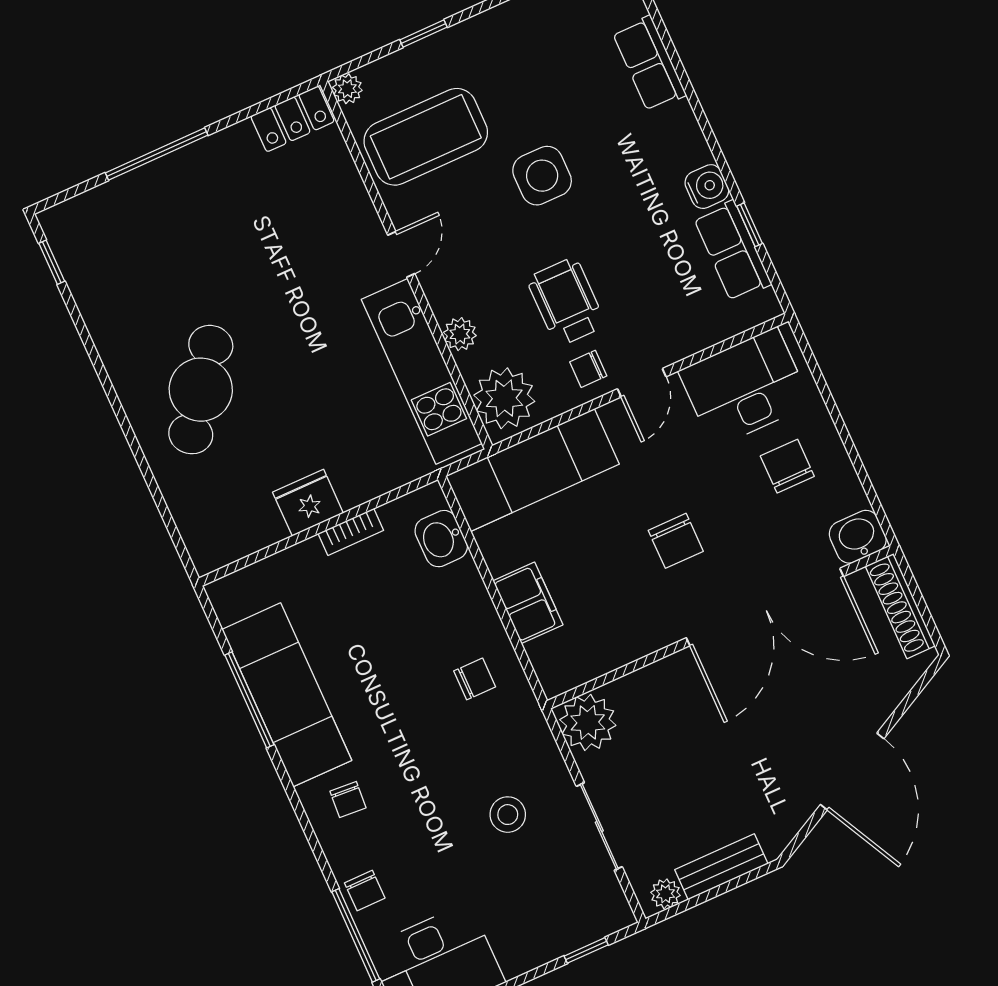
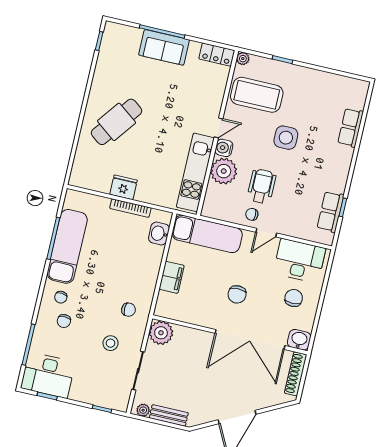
sofa: (183, 181) -> (164, 47), added
water cooler: (707, 187) -> (224, 148), moved, turned 180
plant: (460, 334) -> (224, 171), width x1.87, depth x1.87
plant: (504, 398) -> (216, 203), removed
bookcase: (351, 532) -> (130, 208), width x1.56
chair: (475, 679) -> (129, 310), moved
chair: (365, 891) -> (64, 321), moved

